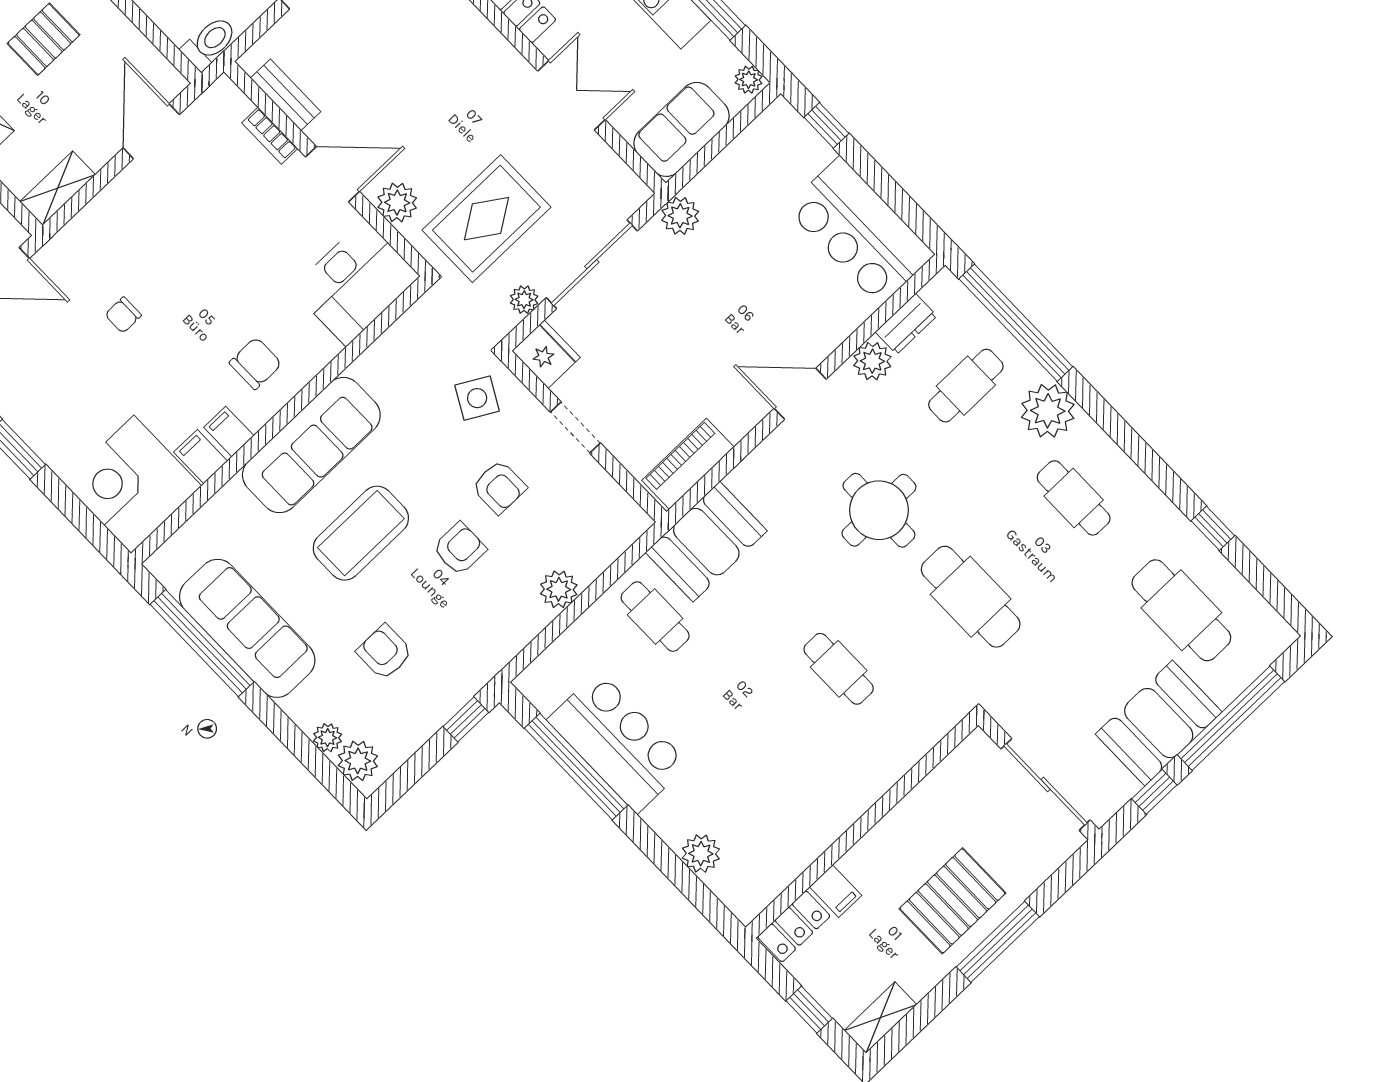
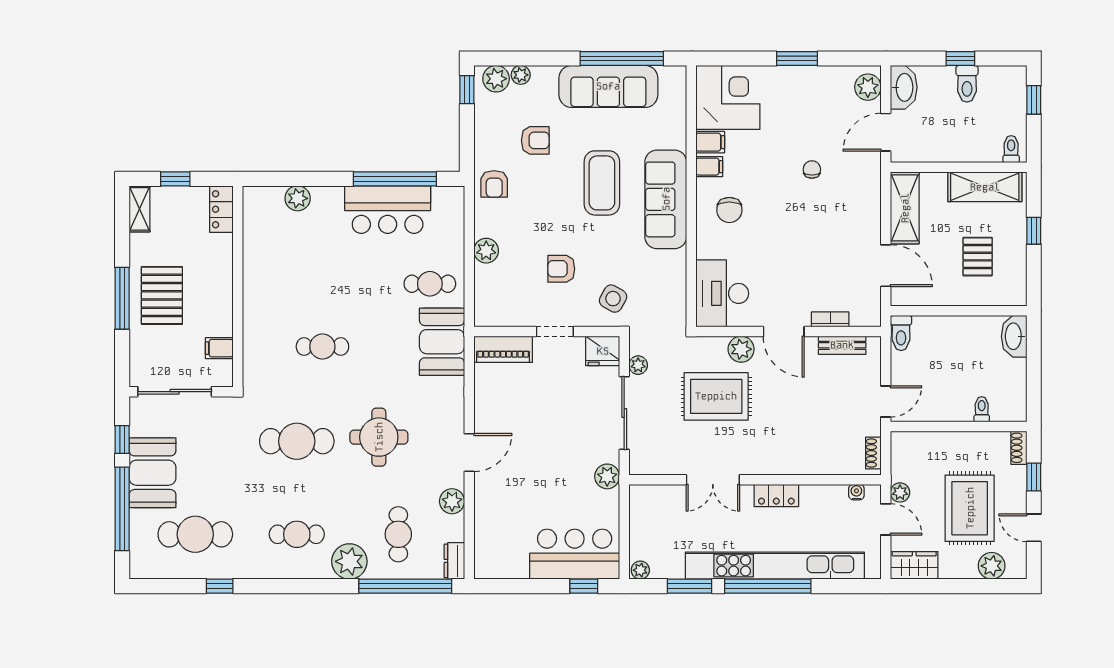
sofa: (681, 129) -> (647, 516), removed
door: (332, 174) -> (784, 332), hinge flipped
shelving: (58, 188) -> (905, 208), width x1.50, depth x1.33
rug: (486, 219) -> (716, 396), moved, turned 90
bar counter: (860, 231) -> (575, 554), moved
dresser: (906, 324) -> (454, 561), moved
piano: (688, 464) -> (503, 349), moved, turned 90
armchair: (460, 549) -> (494, 184), moved
window: (466, 719) -> (467, 90), moved
filing cabinet: (836, 891) -> (219, 348), moved

